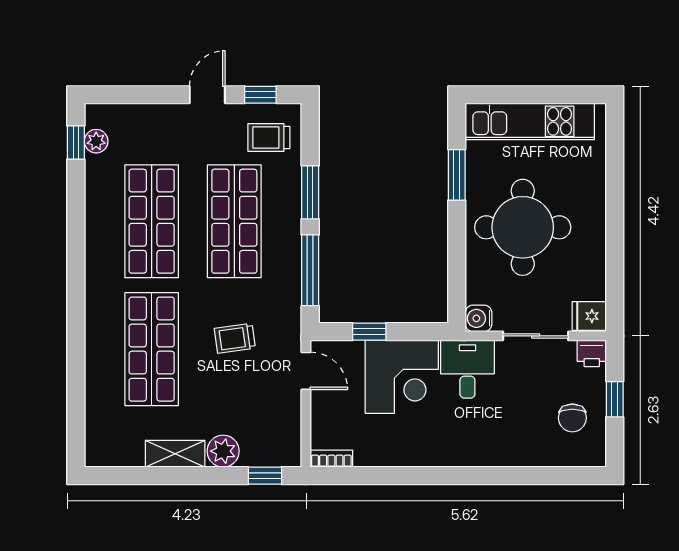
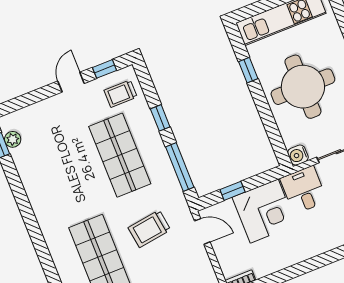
window: (457, 175) -> (248, 70), width x0.67
window: (310, 192) -> (160, 118), width x0.67
shop shelf: (152, 221) -> (68, 176), removed
trolley: (235, 338) -> (149, 229), width x1.36, depth x1.39

